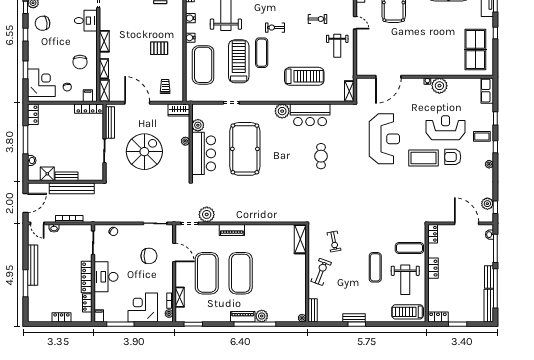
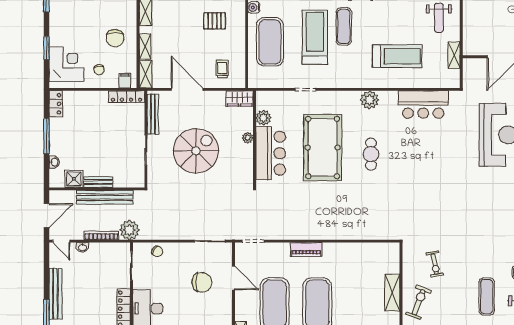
shelving: (349, 91) -> (454, 55), moved
bar counter: (310, 115) -> (423, 105), moved
cafe table: (321, 156) -> (371, 154), moved
plant: (207, 214) -> (129, 230), moved
shelving: (300, 239) -> (392, 293), moved

